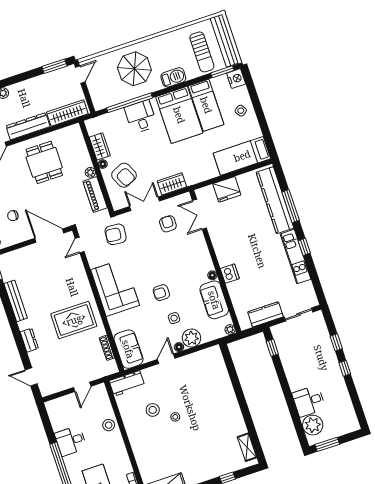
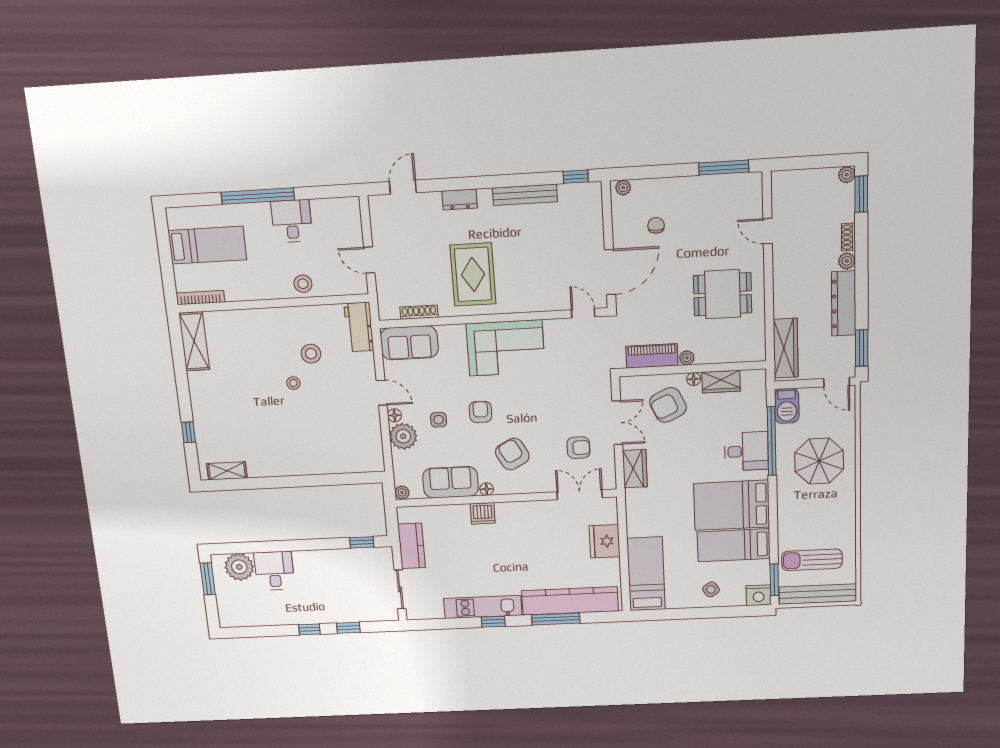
barbecue: (173, 77) -> (787, 406), moved
dresser: (28, 126) -> (844, 304), moved, turned 180
armchair: (116, 234) -> (512, 454), moved, turned -35

